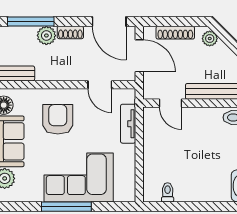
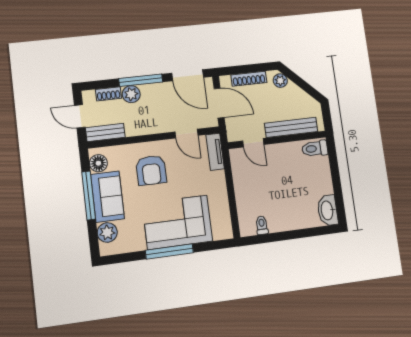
window: (31, 22) -> (141, 80), moved
shoe rack: (70, 32) -> (108, 94), moved
armchair: (58, 119) -> (151, 170), turned 180
tv unit: (128, 124) -> (215, 152), moved

